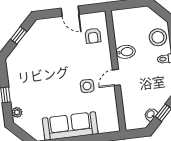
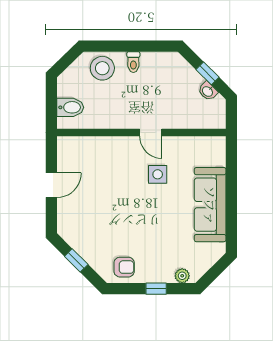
armchair: (93, 36) -> (124, 267), moved
bidet: (126, 52) -> (70, 107), moved, turned 90

